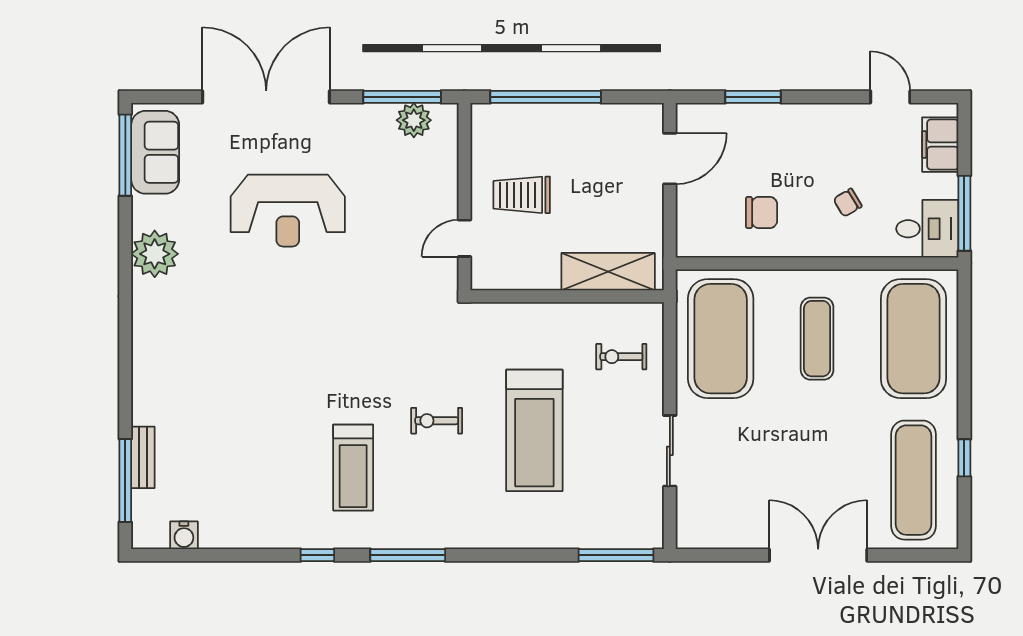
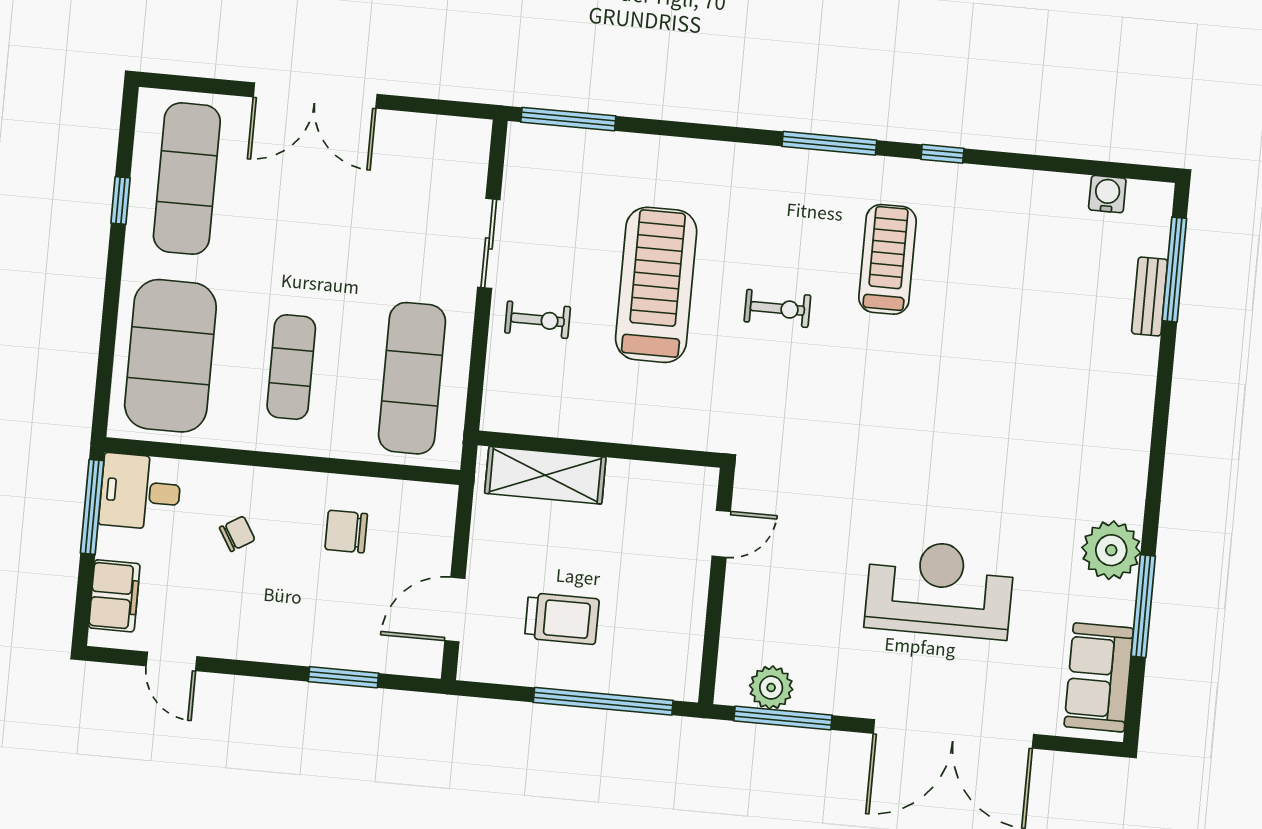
window: (125, 155) -> (1143, 606), moved
trolley: (522, 195) -> (562, 619), moved
exercise mat: (721, 339) -> (412, 378), width x0.68
exercise bike: (621, 357) -> (538, 320), moved

